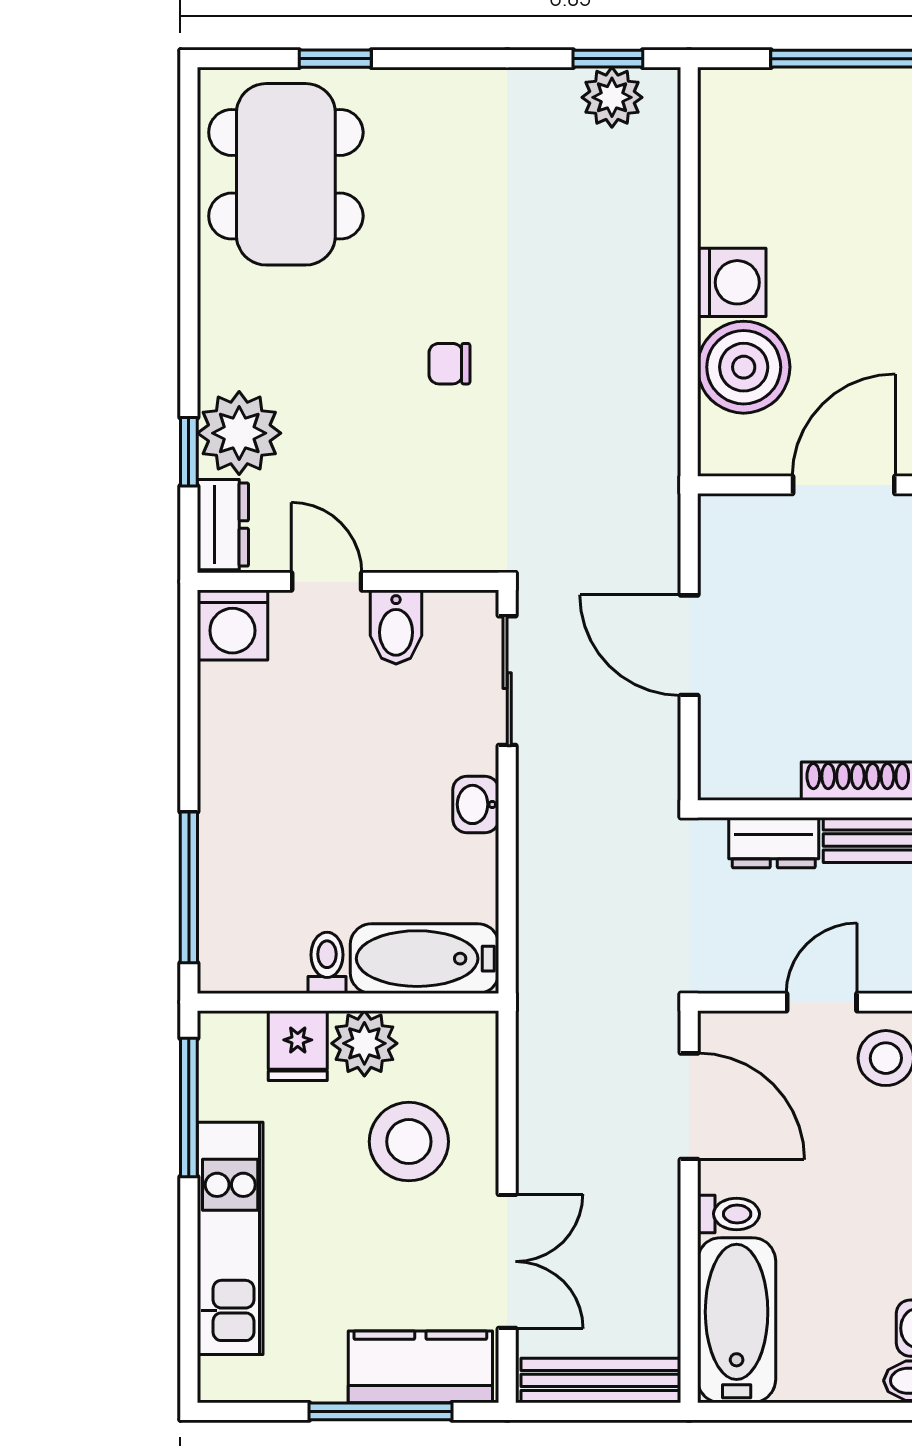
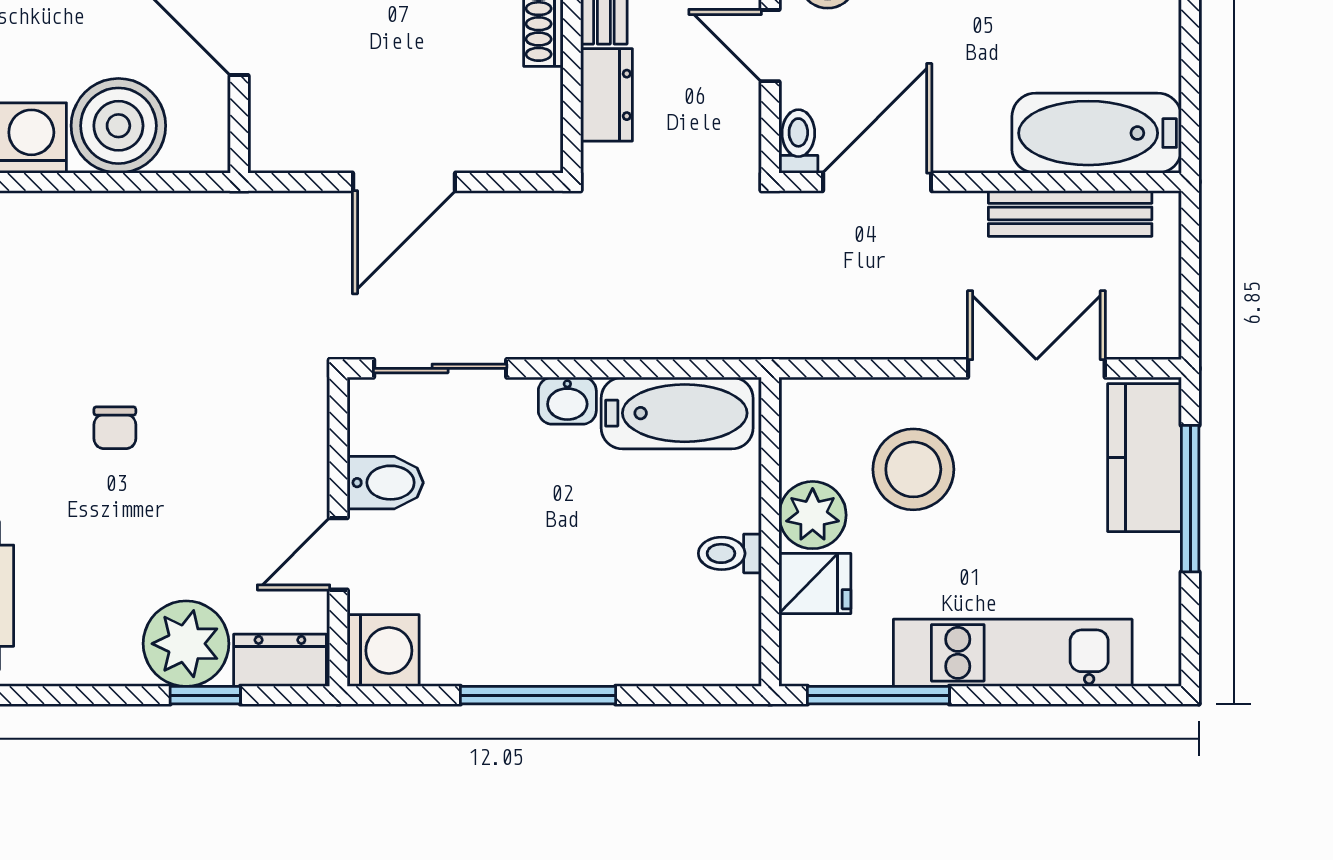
window: (189, 887) -> (538, 695), moved
bathtub: (425, 959) -> (677, 413), moved, turned -90
toilet: (728, 1214) -> (798, 141), moved
bench: (601, 1380) -> (1070, 213), moved, turned 90

